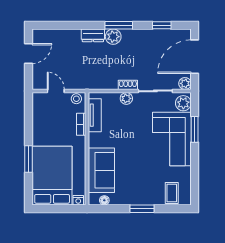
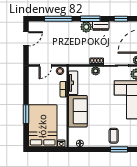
window: (74, 25) -> (58, 19), added
dresser: (93, 35) -> (101, 26), moved
door: (56, 91) -> (45, 66), swing flipped
sofa: (101, 170) -> (78, 111), moved
coffee table: (172, 193) -> (114, 136), moved
window: (142, 209) -> (119, 149), moved

